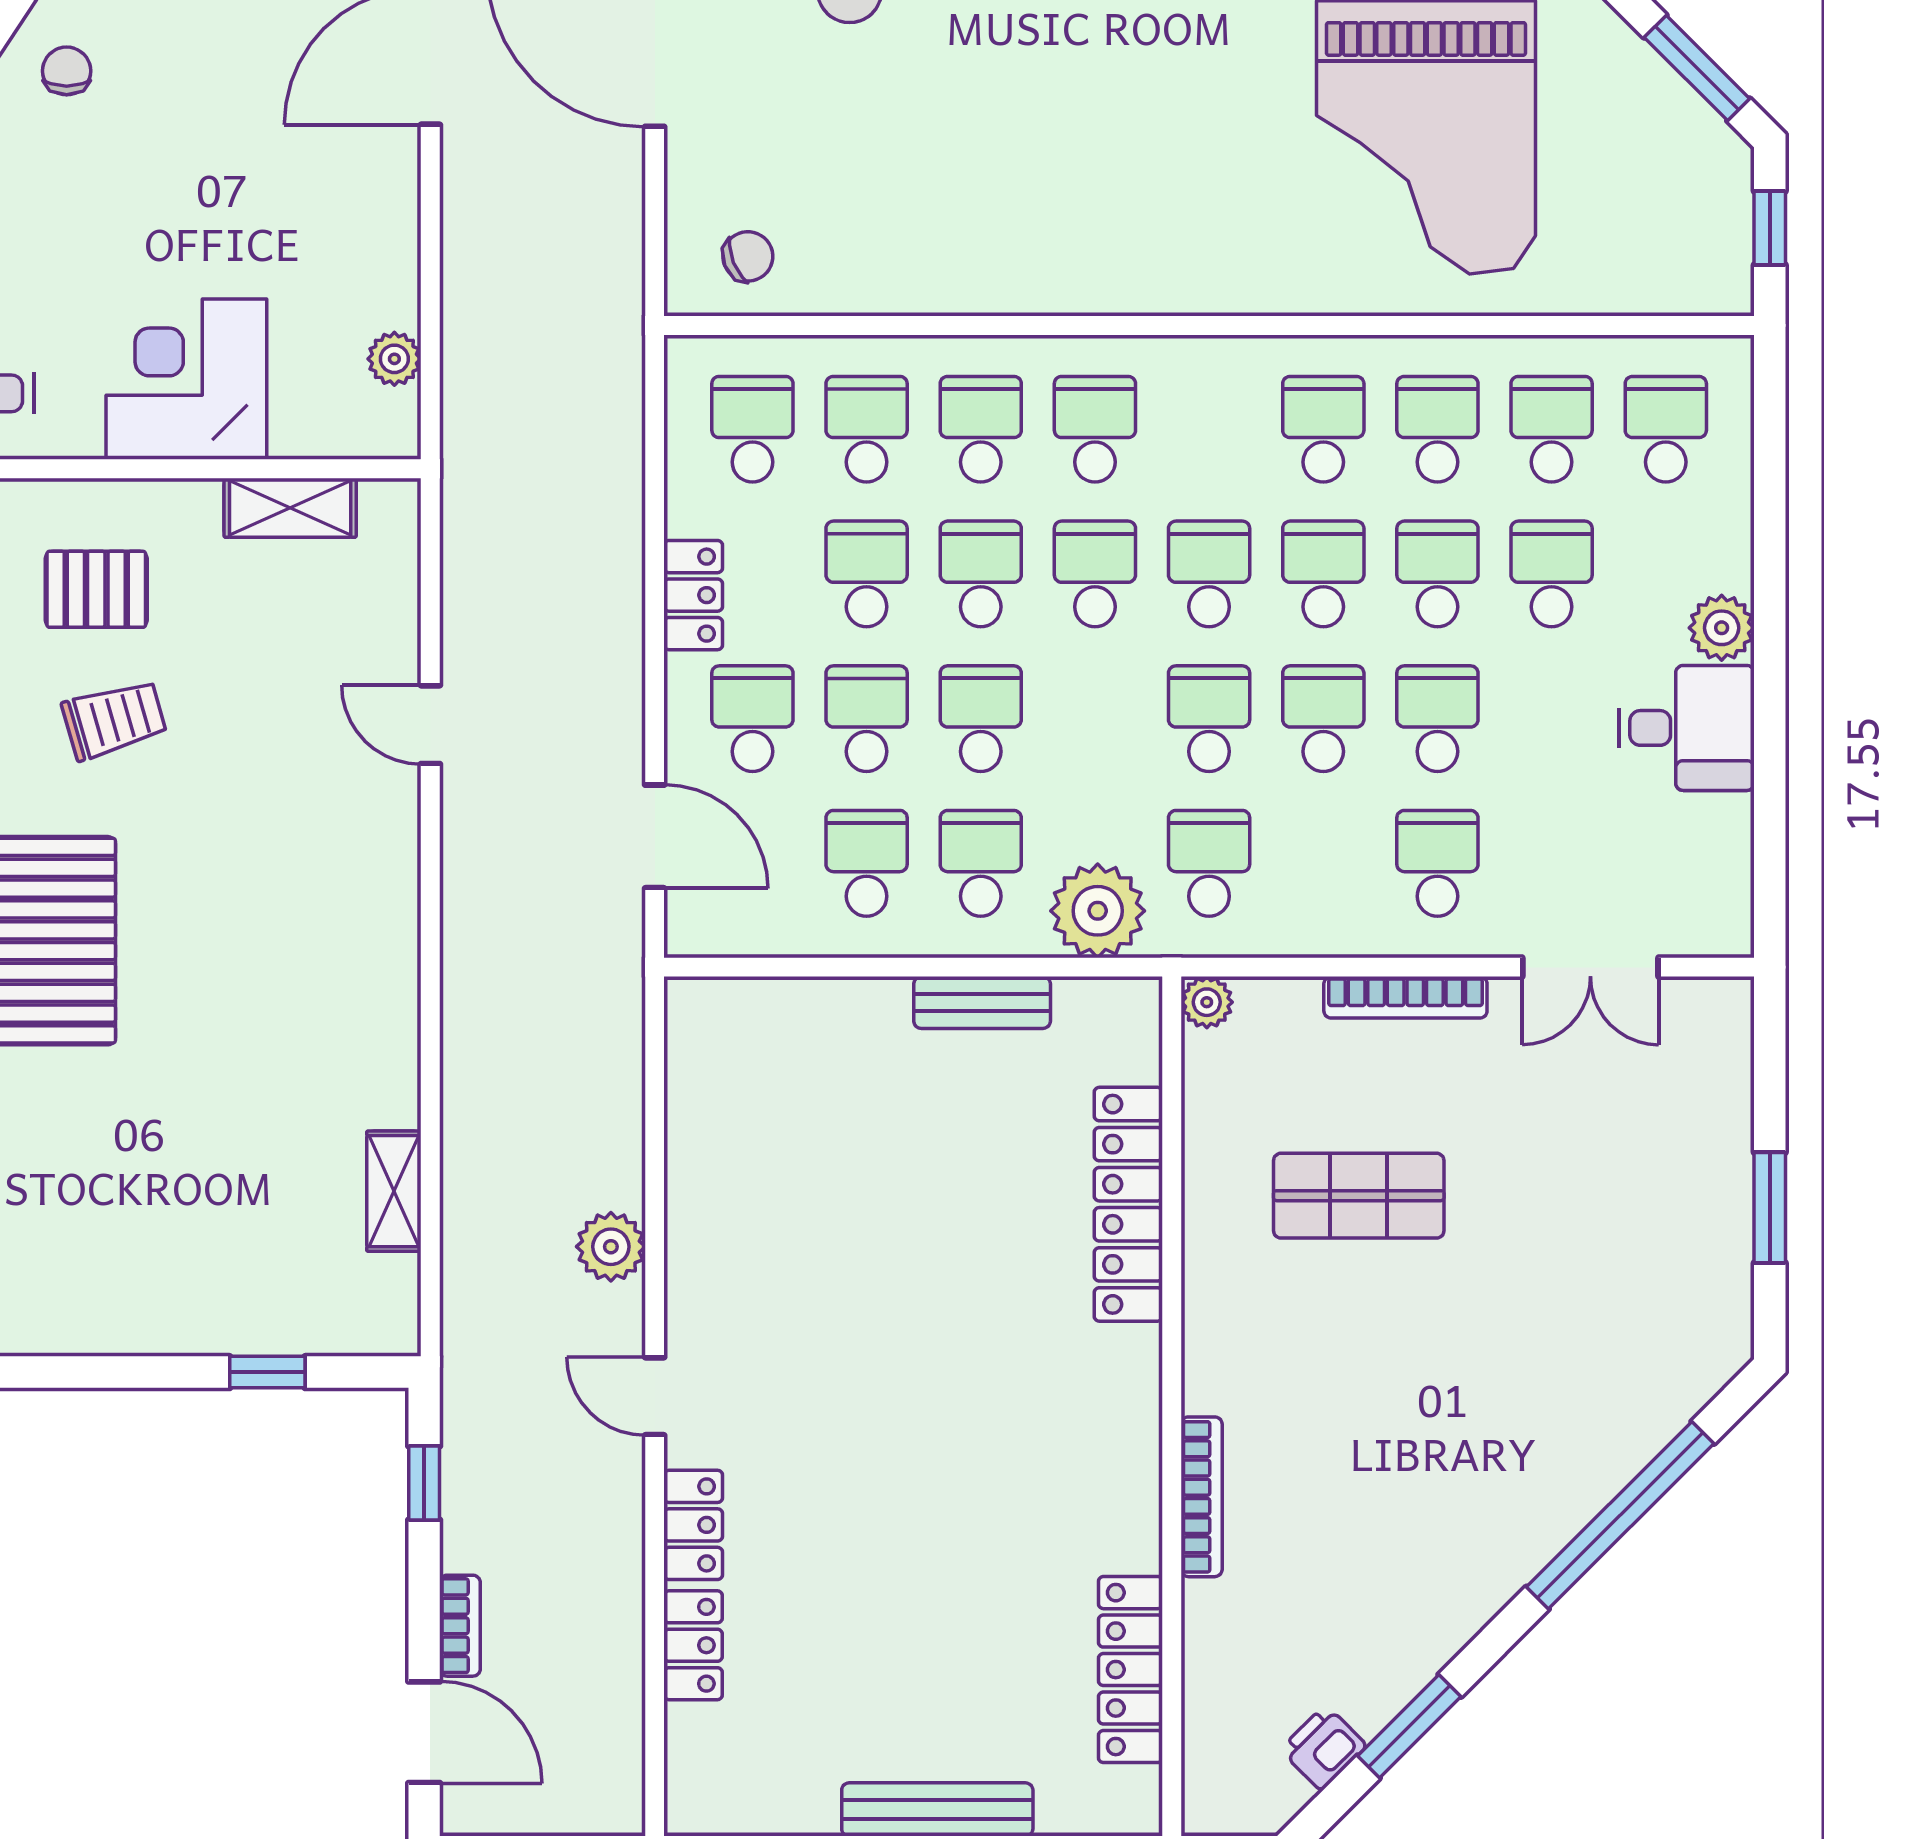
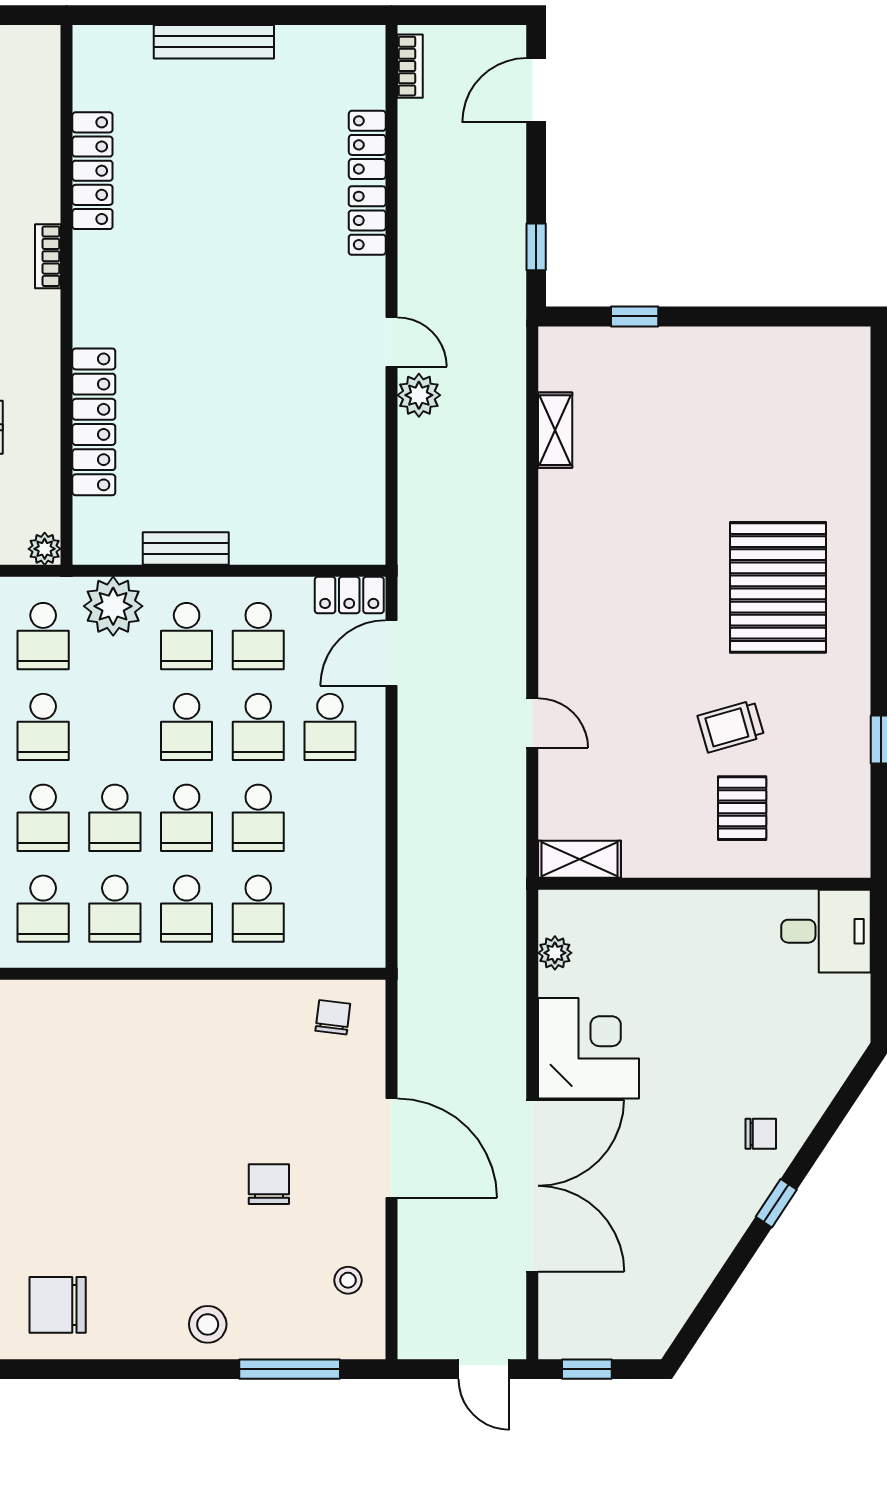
chair: (67, 71) -> (761, 1134), turned -90
chair: (748, 256) -> (333, 1017), turned 119
corner desk: (186, 379) -> (589, 1048), moved, turned -90
school desk: (752, 429) -> (43, 909), moved
shelving: (290, 508) -> (580, 859), moved
pallet: (96, 589) -> (742, 808), turned 90
locker: (693, 595) -> (349, 595), moved, turned -90
door: (655, 836) -> (391, 653), hinge flipped
door: (655, 1396) -> (391, 342), moved
bookcase: (1202, 1497) -> (48, 256), width x0.64
bookcase: (460, 1626) -> (410, 66), moved, turned 180
locker: (1131, 1670) -> (92, 171), moved
door: (424, 1732) -> (536, 90), hinge flipped

